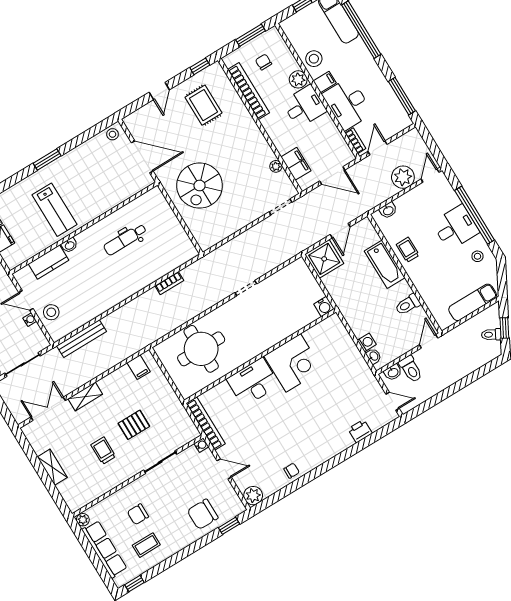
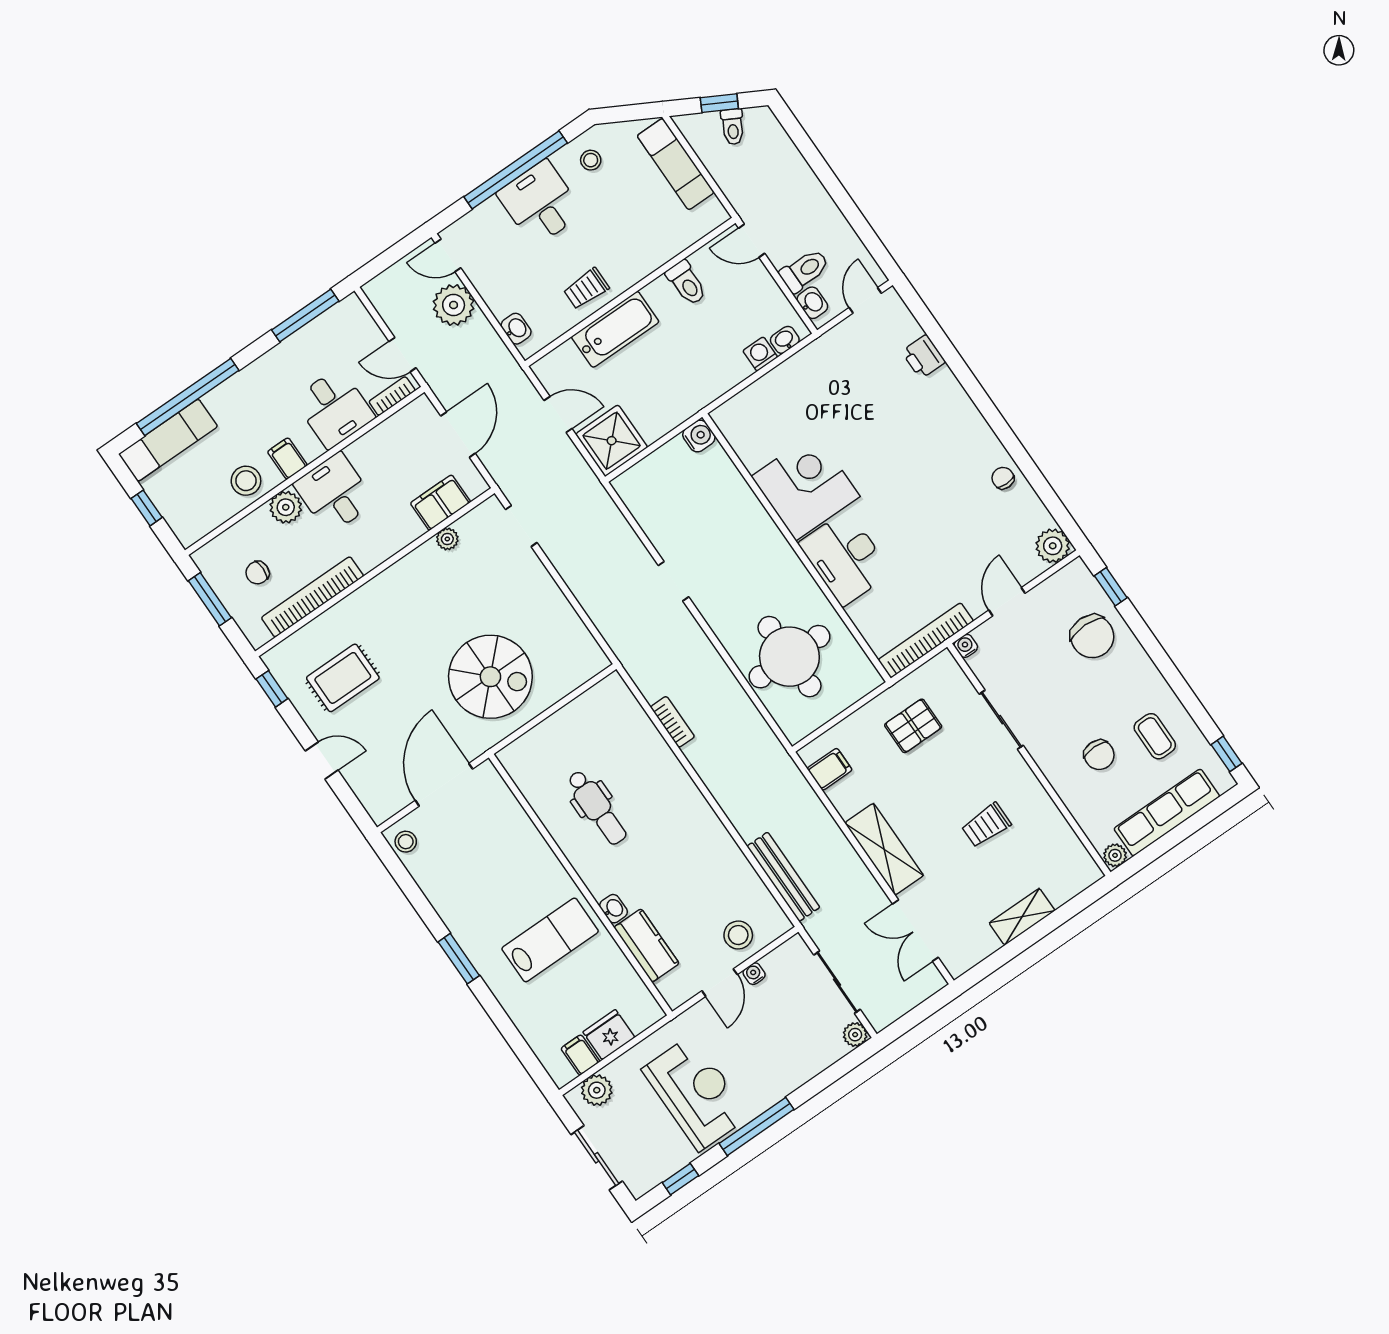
desk: (347, 104) -> (334, 408), width x0.73
shelving: (85, 396) -> (884, 849), width x1.50, depth x1.33
pallet: (134, 425) -> (913, 726), moved, turned 90

